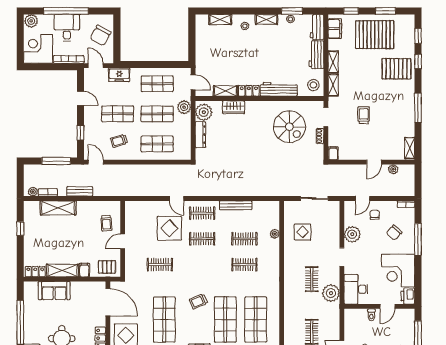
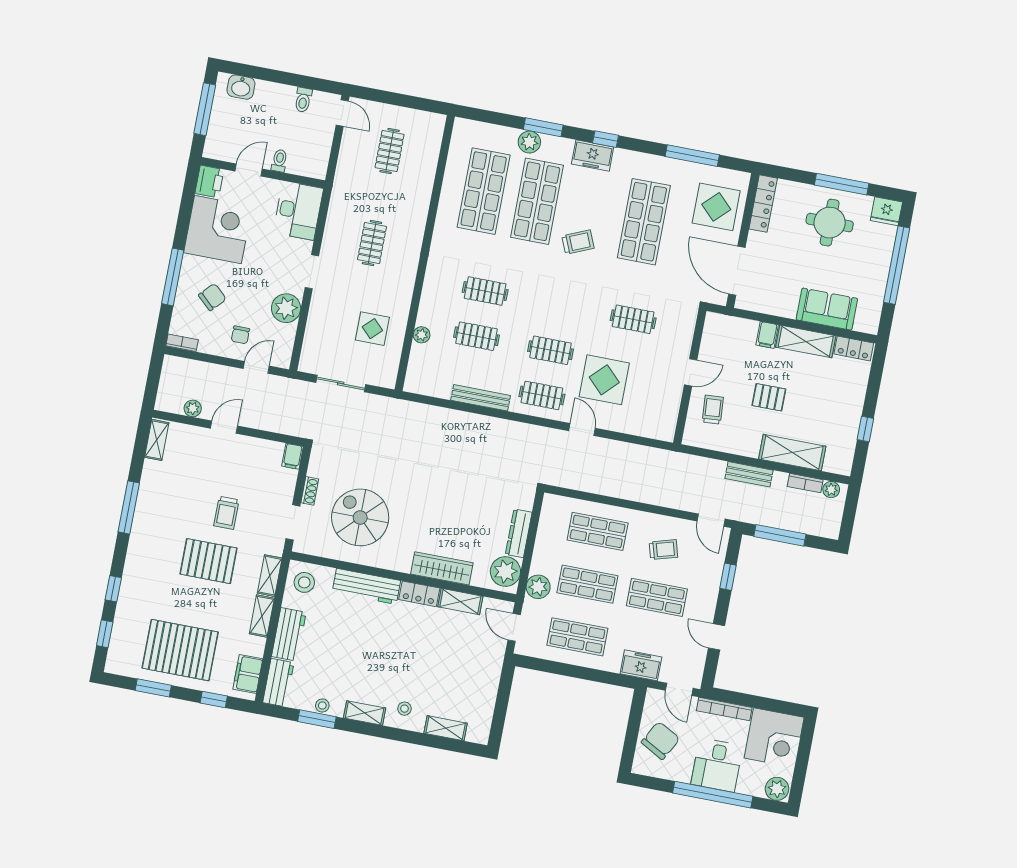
pallet: (396, 69) -> (209, 561), moved
wardrobe: (234, 107) -> (442, 568), width x1.50
pallet: (107, 267) -> (769, 397), moved
plant: (331, 293) -> (343, 212), removed

